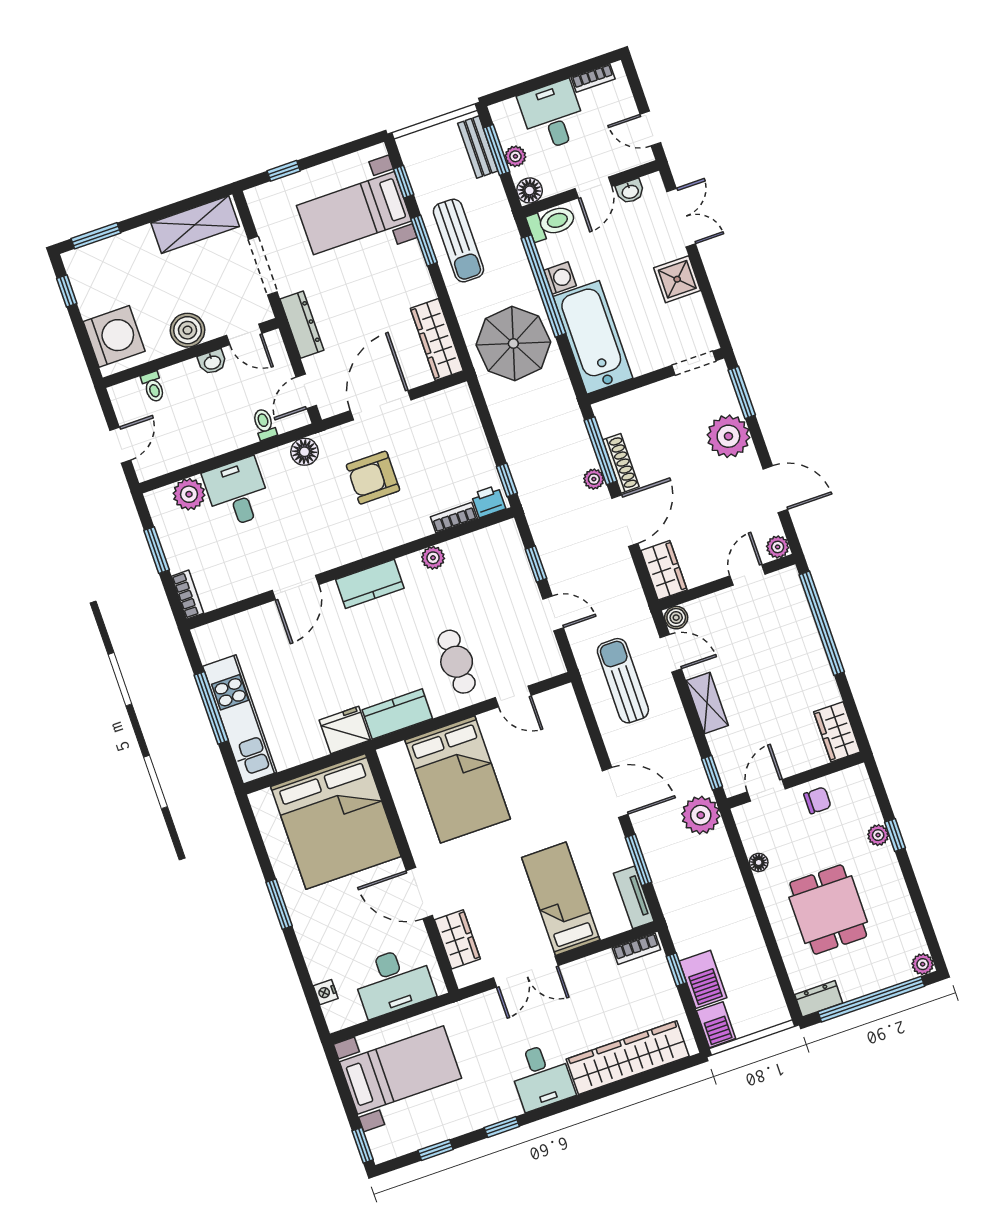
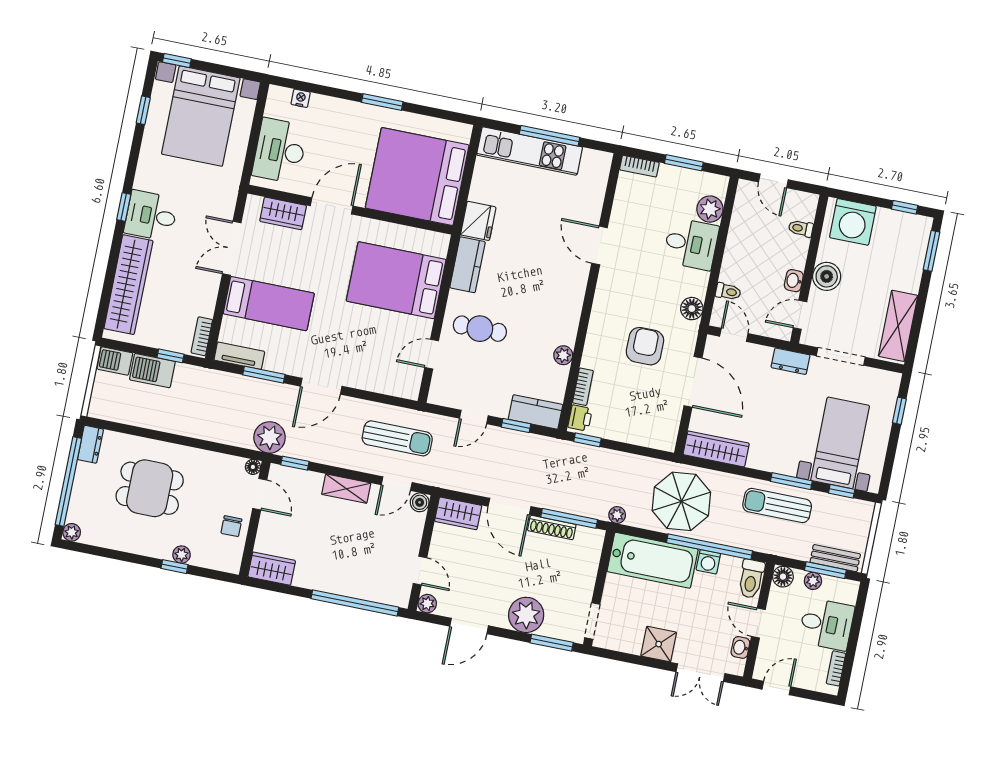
dresser: (302, 325) -> (791, 361), width x0.70
plant: (594, 479) -> (617, 515), moved
kitchen counter: (370, 584) -> (536, 412), moved, turned 90
floor lamp: (759, 862) -> (253, 467), moved
bed with nightstands: (401, 1070) -> (201, 116), width x1.36
window: (502, 1127) -> (124, 207), moved

